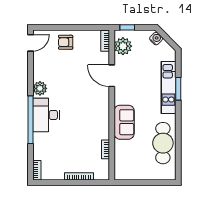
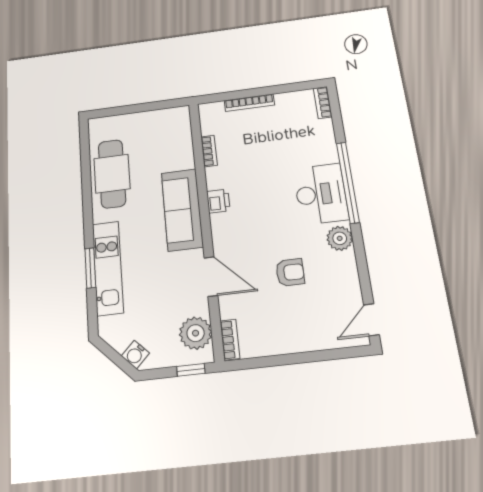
armchair: (66, 42) -> (290, 272), moved
printer: (103, 118) -> (218, 201), added
sofa: (124, 122) -> (182, 210), width x1.36

